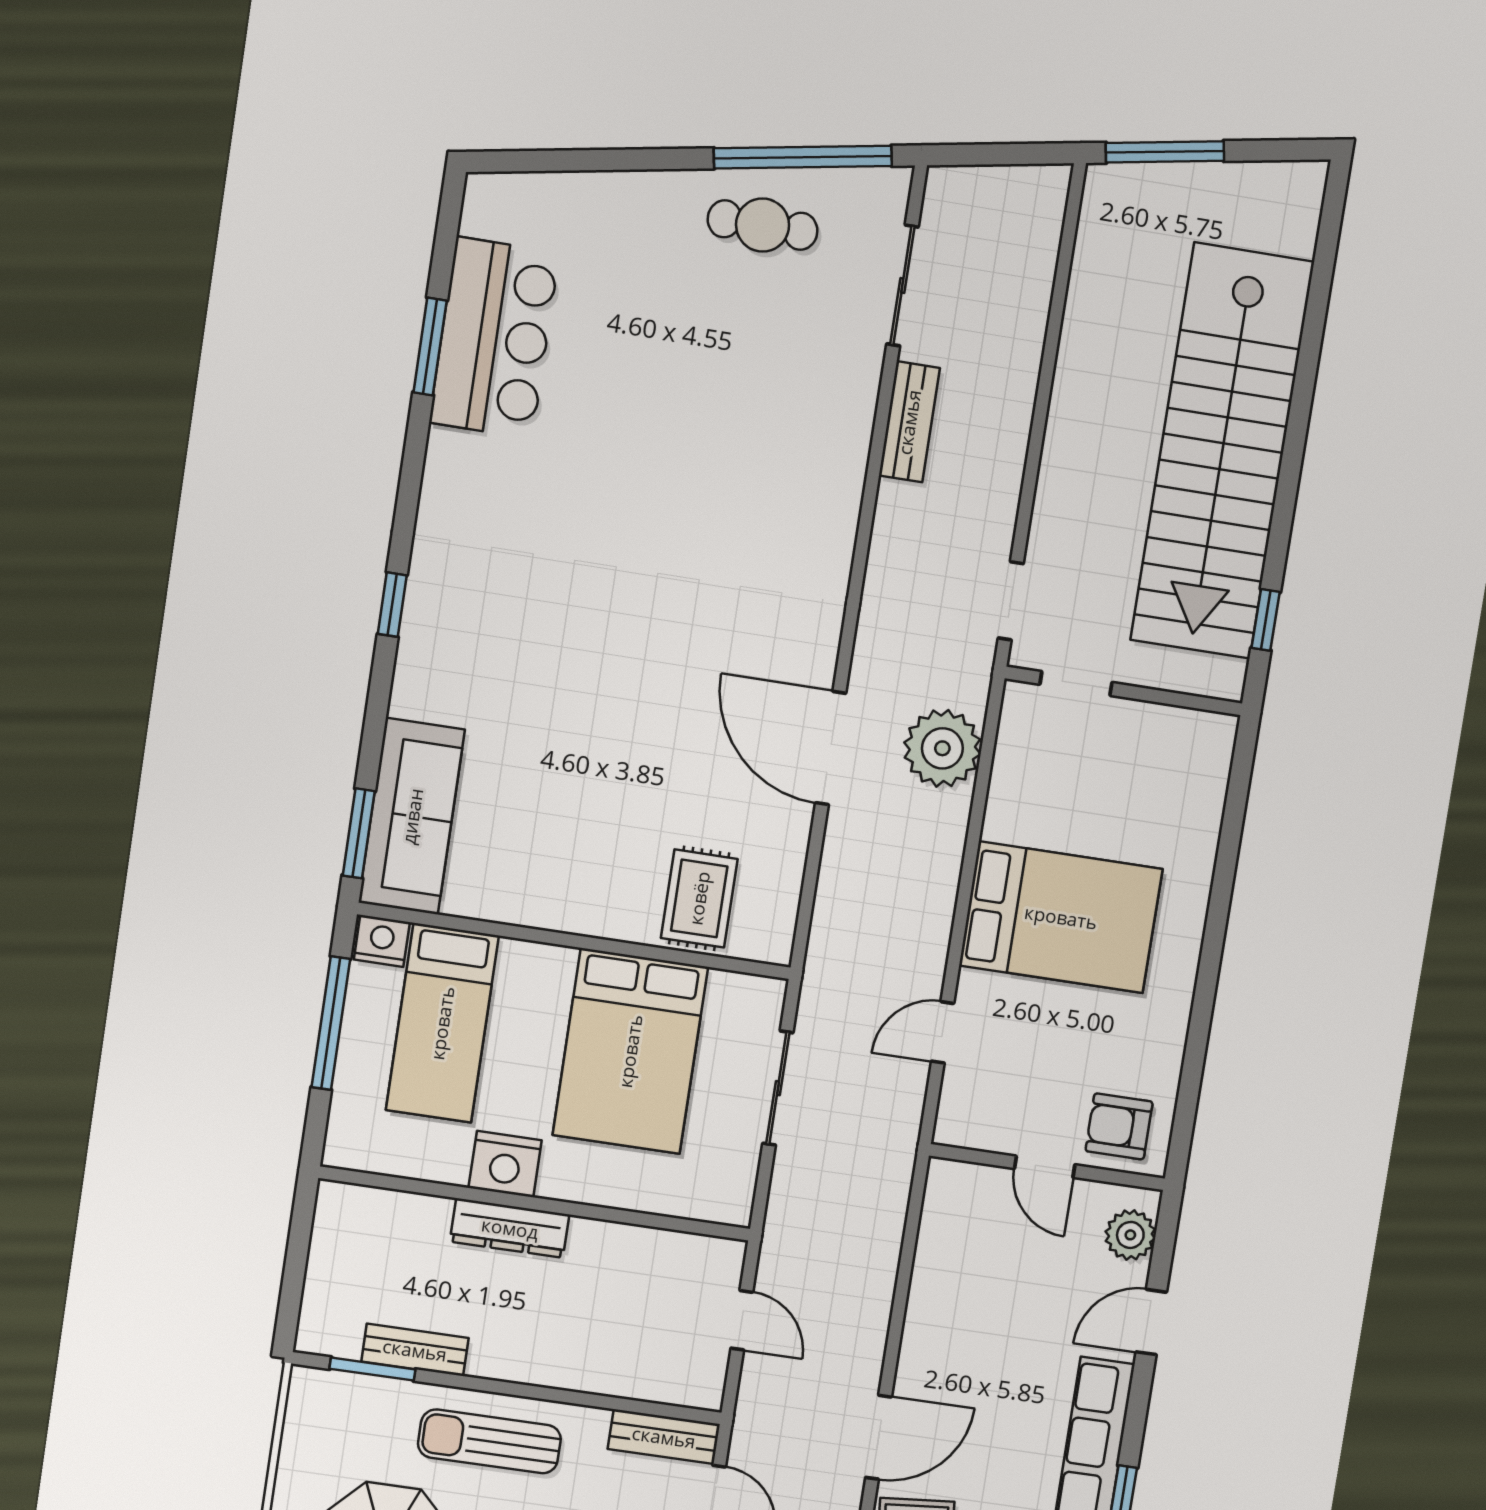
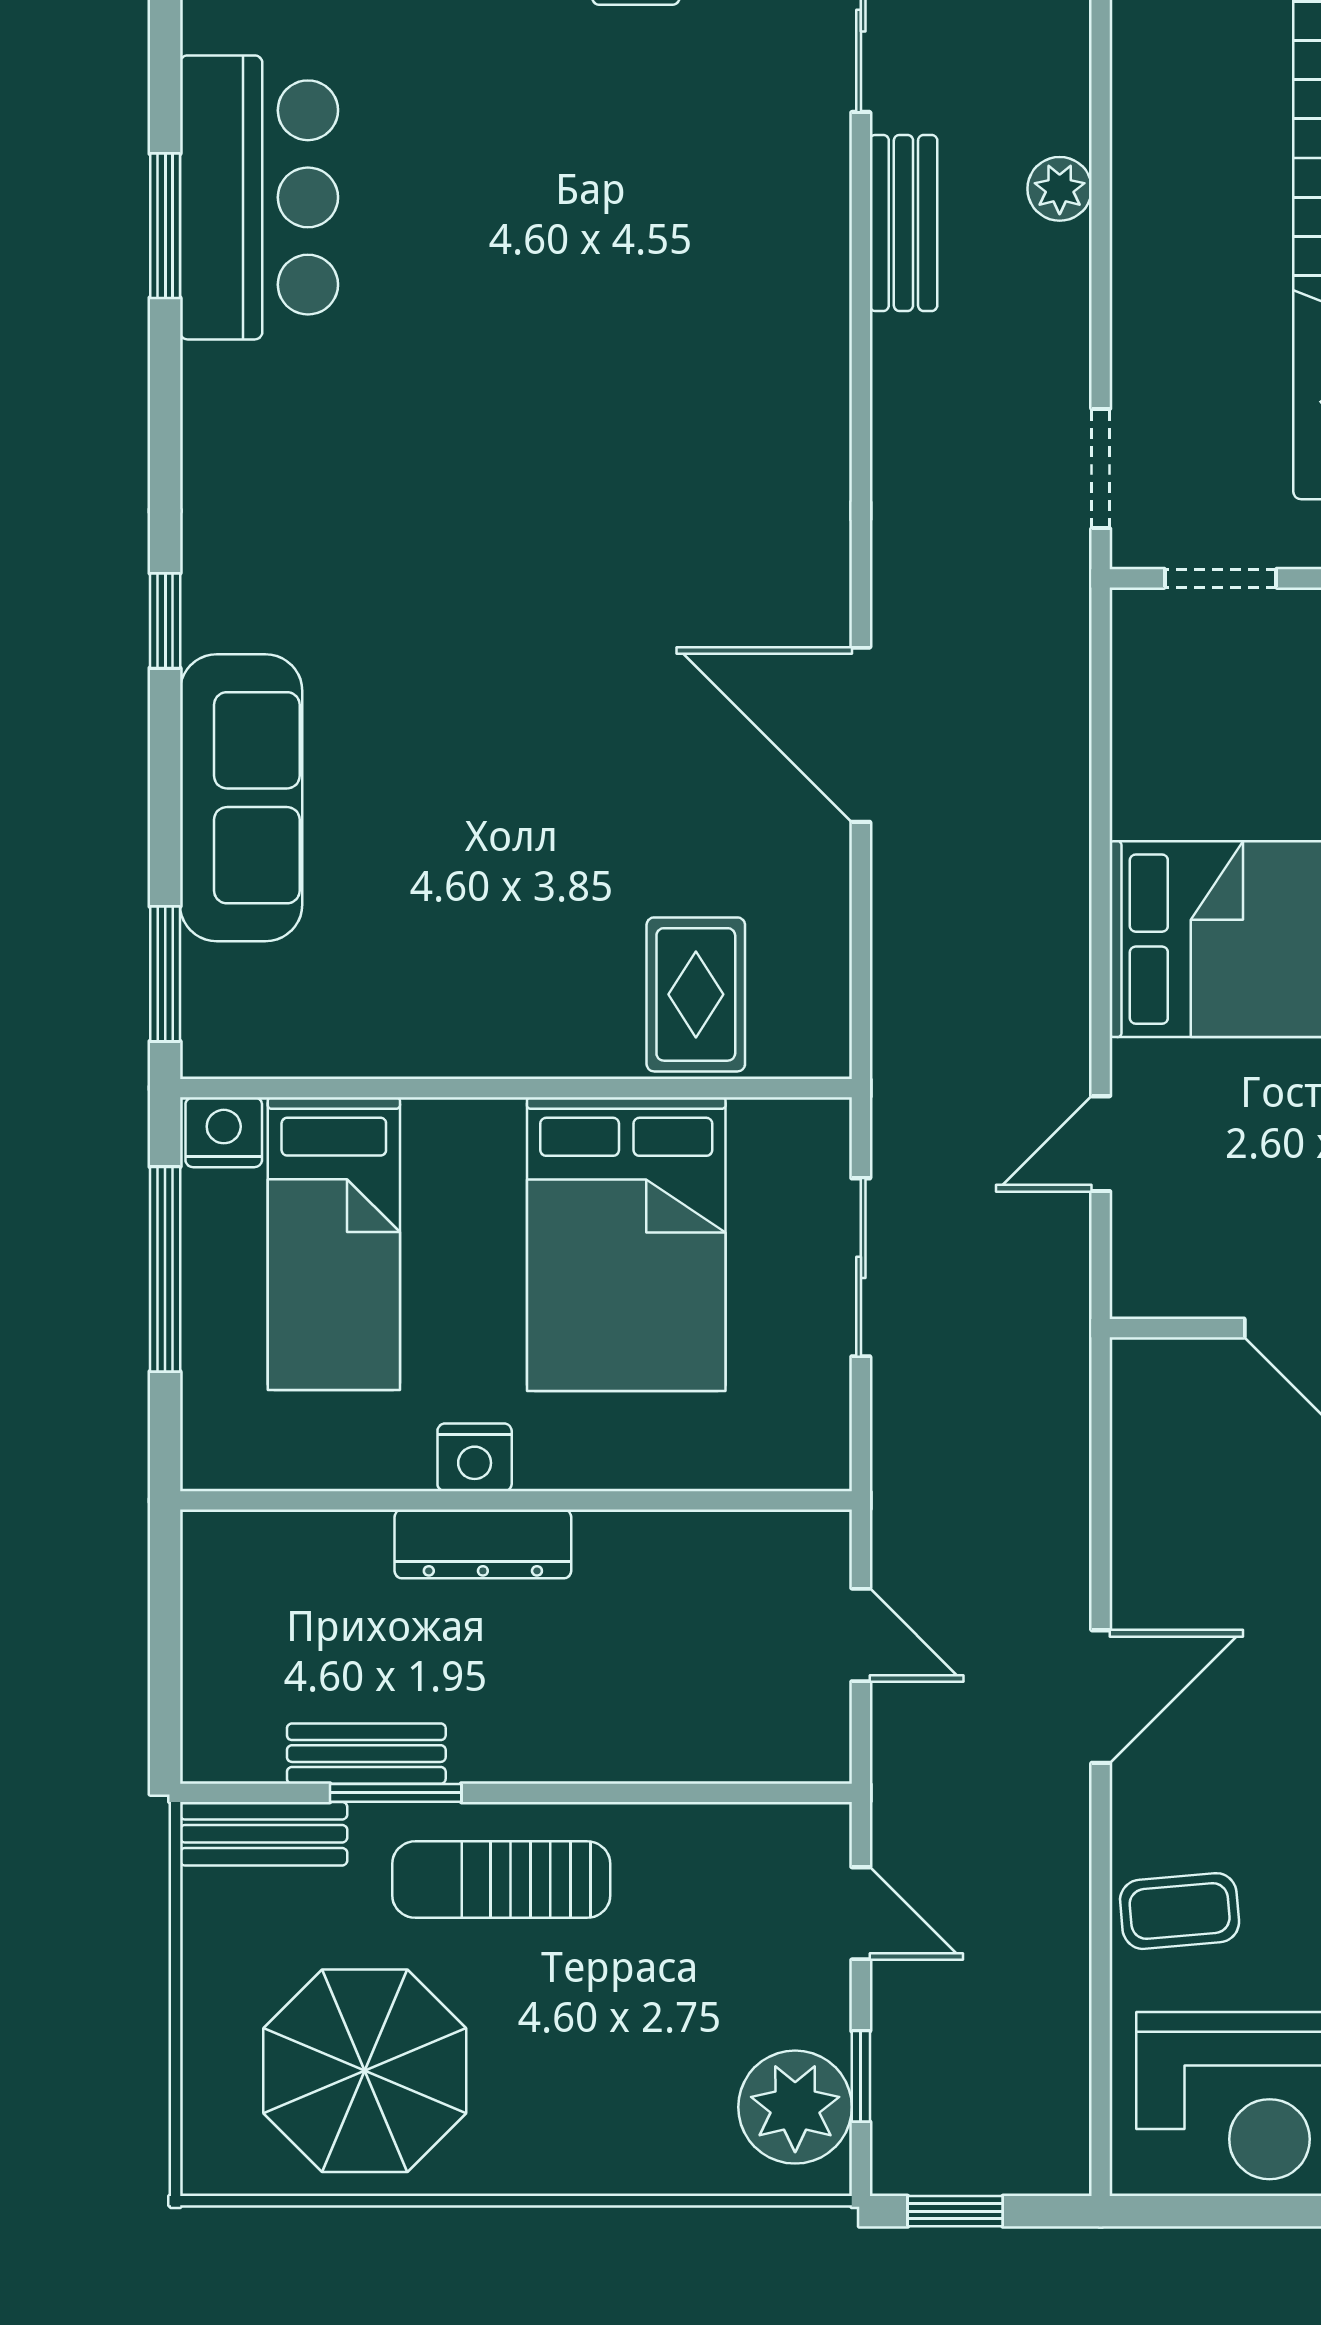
plant: (942, 748) -> (1060, 189), moved, width x0.53, depth x0.53
sofa: (412, 816) -> (241, 798), moved
nightstand: (505, 1164) -> (475, 1457), width x0.74, depth x0.75
window: (372, 1369) -> (396, 1793), moved
bench: (664, 1437) -> (264, 1834), moved
door: (879, 1437) -> (1101, 1697), moved

